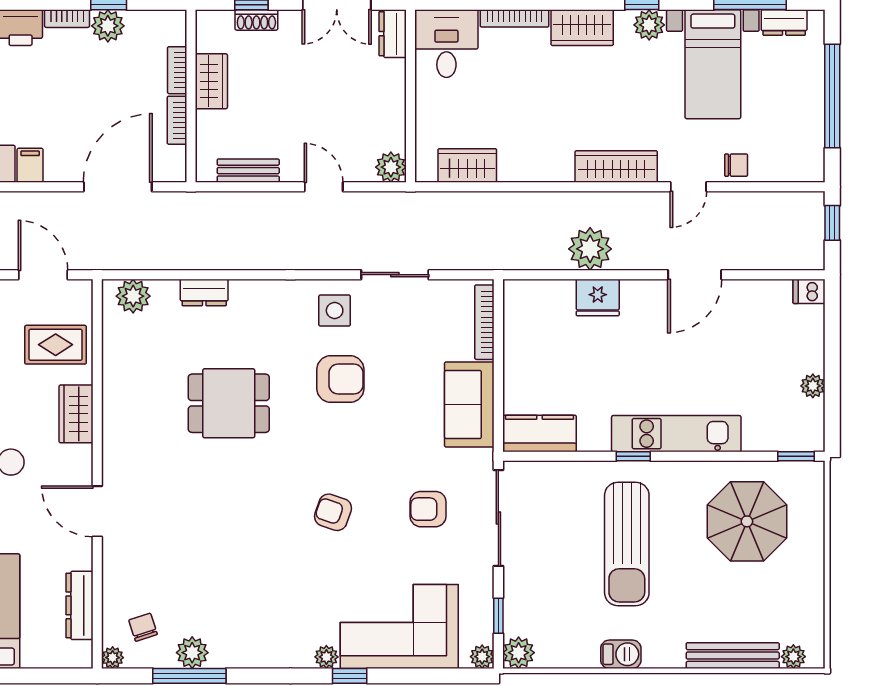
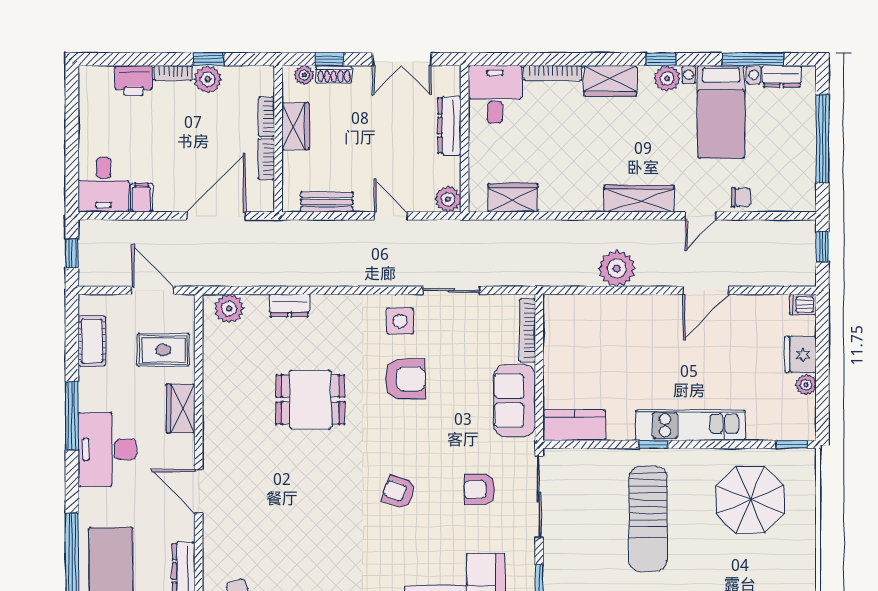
plant: (222, 21) -> (304, 75), added
dresser: (393, 34) -> (449, 126), moved, width x1.44
fridge: (598, 297) -> (801, 354), moved, turned 90

